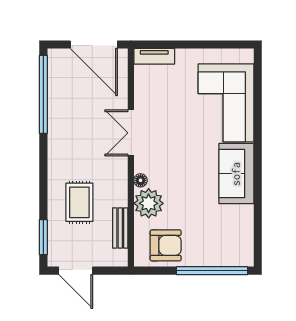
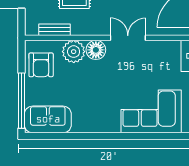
sofa: (236, 174) -> (48, 119), moved
floor lamp: (141, 180) -> (96, 50), width x1.89, depth x1.89

